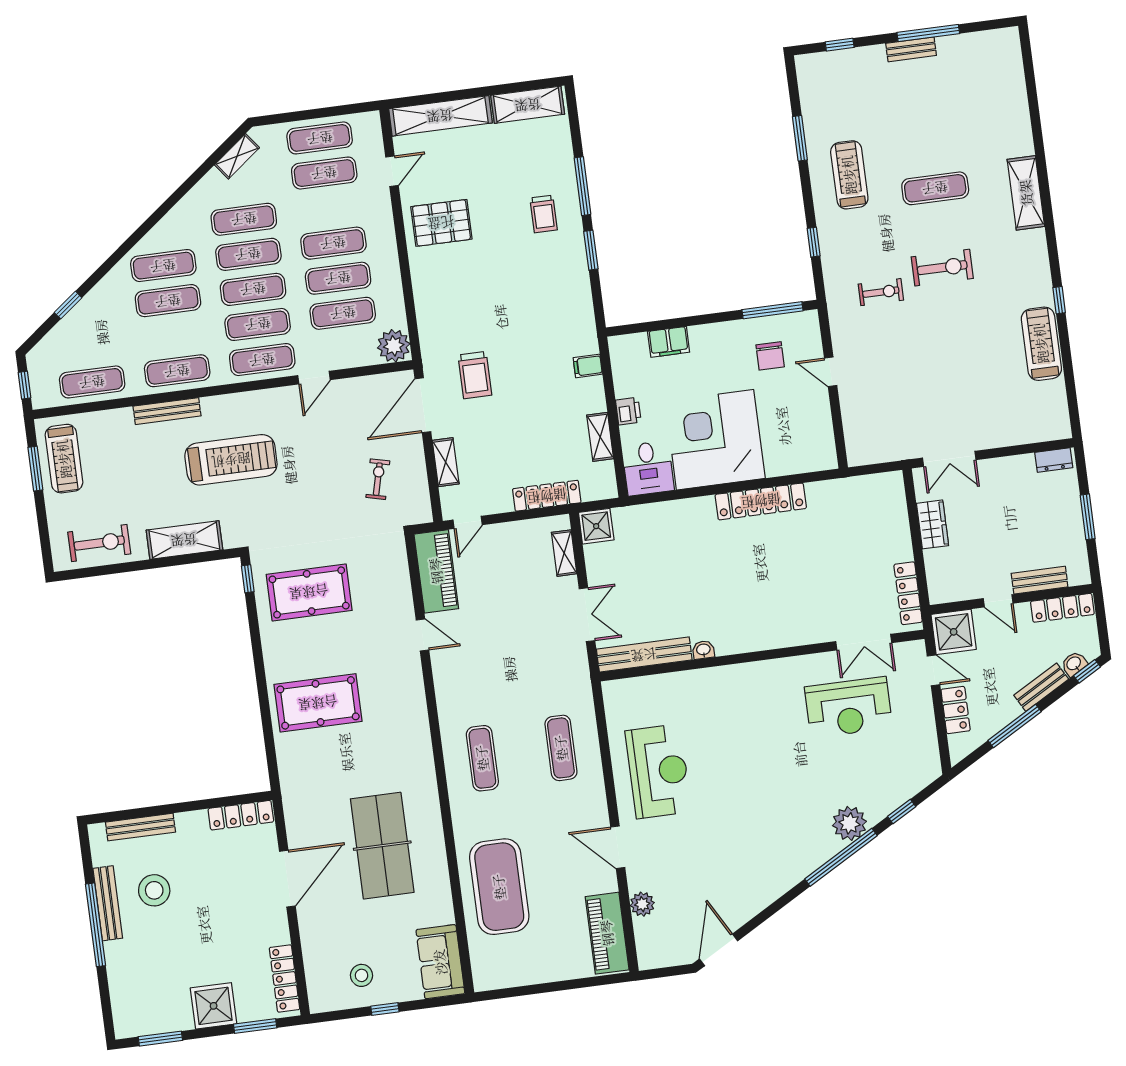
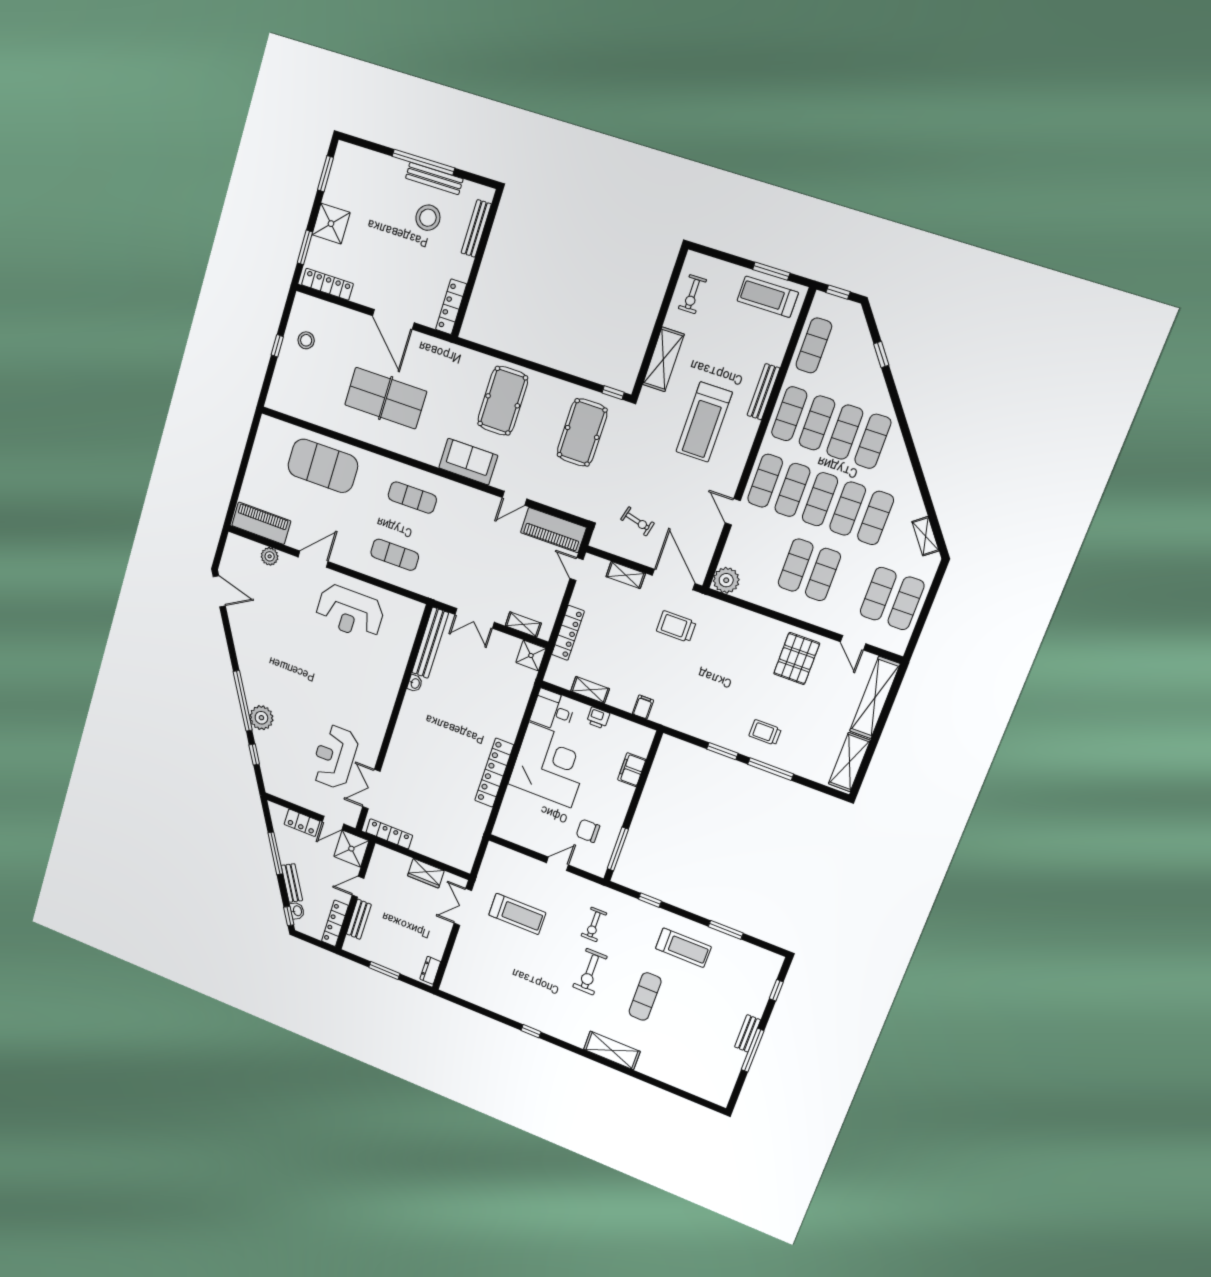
exercise mat: (343, 313) -> (817, 423), moved
treadmill: (1041, 344) -> (517, 914), moved
exercise bike: (99, 543) -> (692, 294), width x0.73, depth x0.72
sofa: (440, 962) -> (468, 462), moved

